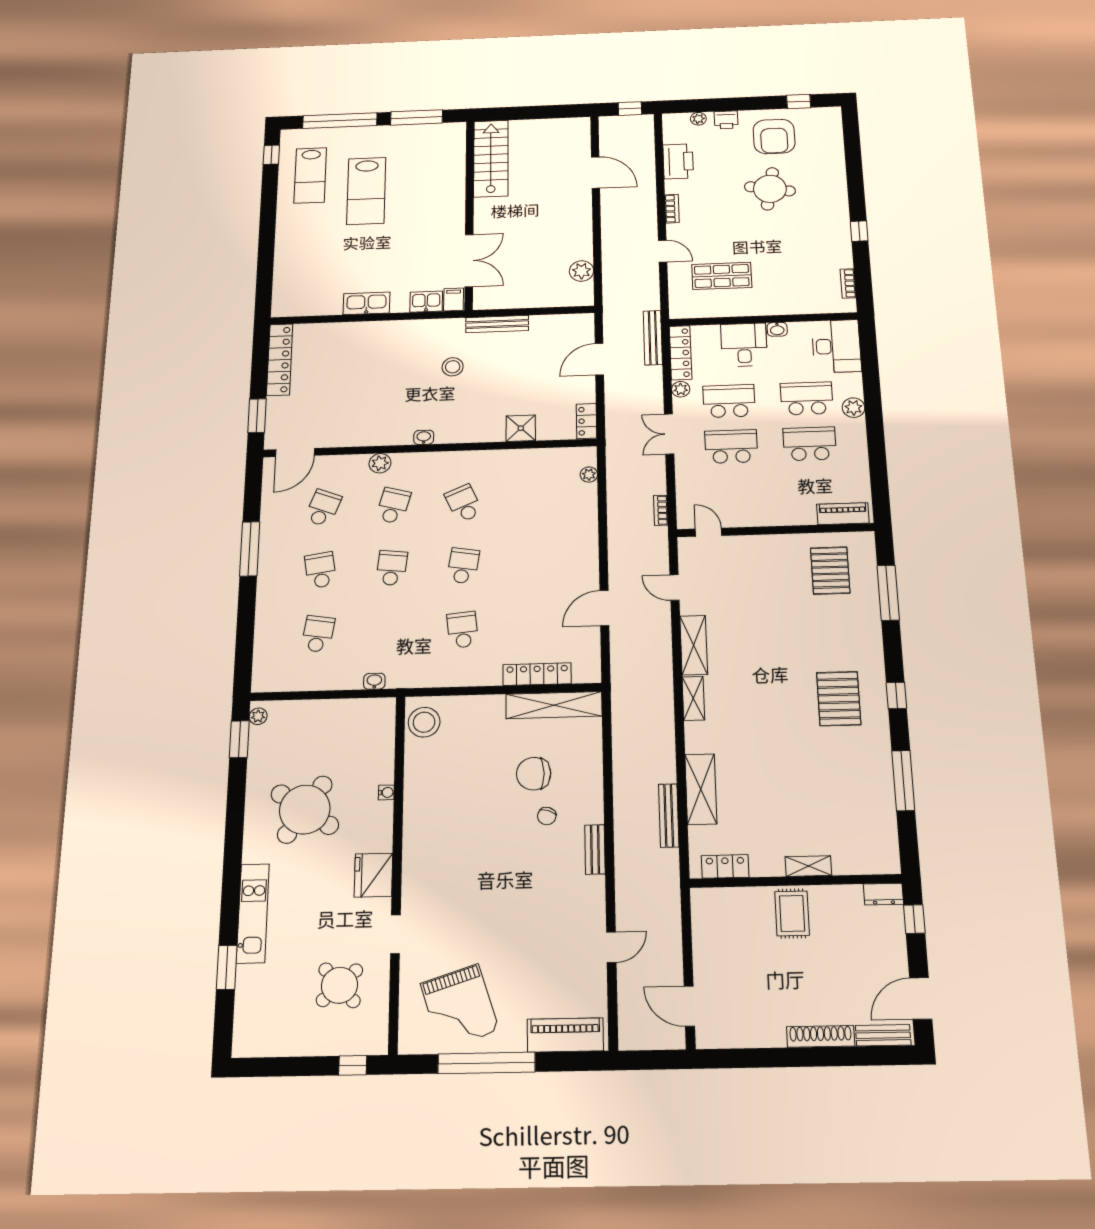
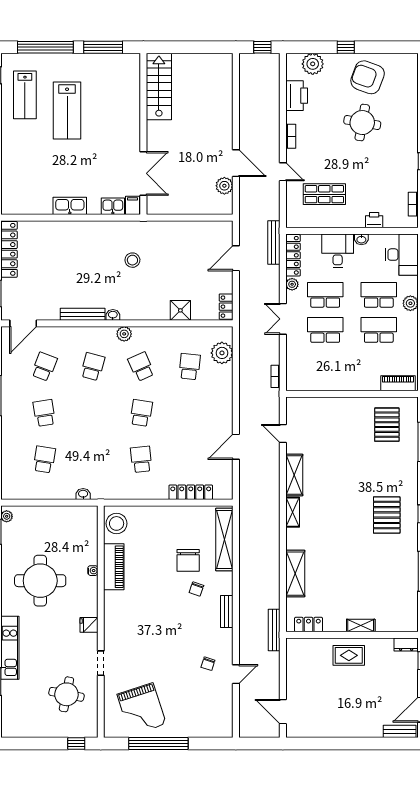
window: (799, 102) -> (346, 47), moved
plant: (698, 119) -> (313, 64), width x1.88, depth x1.88
printer: (726, 120) -> (374, 220), moved, turned 180
armchair: (774, 137) -> (368, 77), turned 110
door: (596, 173) -> (236, 163), moved
bench: (497, 324) -> (83, 314), moved
plant: (380, 463) -> (124, 334), moved
plant: (589, 475) -> (222, 353), width x1.87, depth x1.87
door: (709, 532) -> (307, 394), removed
school desk: (392, 568) -> (190, 367), moved
shelving: (554, 705) -> (224, 539), moved, turned 90
chair: (534, 774) -> (188, 560), turned -90
round table: (305, 810) -> (40, 581), turned -34
bench: (669, 815) -> (274, 630), moved
fridge: (374, 875) -> (89, 625), width x0.53, depth x0.75
rug: (792, 913) -> (349, 655), turned 90
chair: (566, 932) -> (208, 664), added
round table: (339, 985) -> (66, 694), turned -37
piano: (565, 1035) -> (114, 567), moved, turned 90
shoe rack: (821, 1036) -> (362, 731), removed

